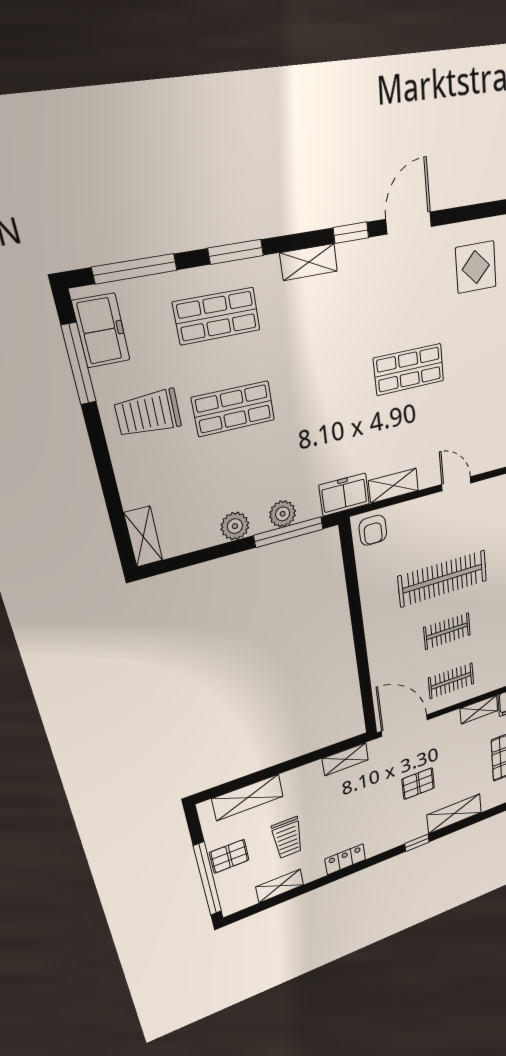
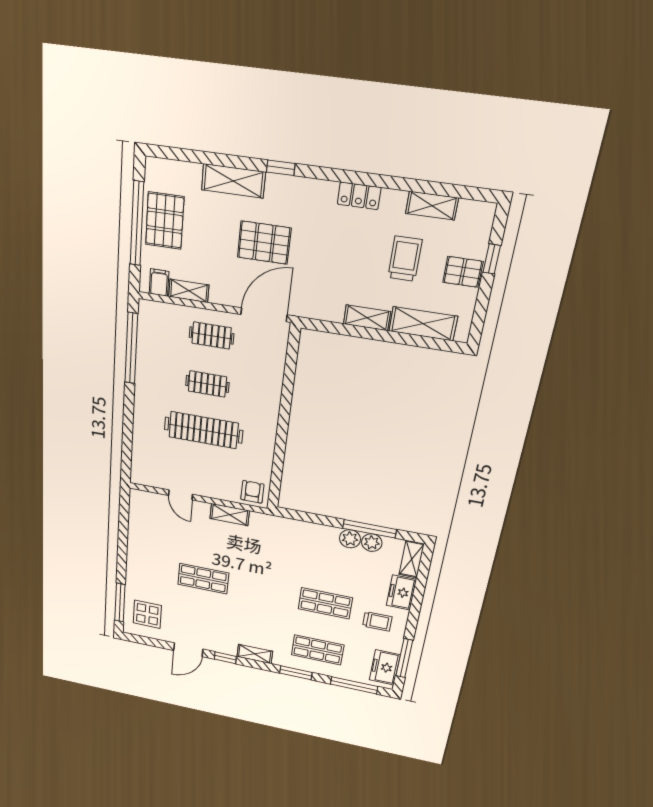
trolley: (148, 413) -> (377, 621), width x0.73, depth x0.72
freezer: (344, 495) -> (401, 592), moved, turned 90
plant: (283, 514) -> (372, 543), moved
window: (289, 532) -> (369, 529), moved
door: (405, 726) -> (264, 315), swing flipped
shelving: (345, 759) -> (367, 318), moved
pallet: (418, 784) -> (264, 243), width x1.50, depth x1.42
window: (208, 879) -> (492, 259), width x0.32

